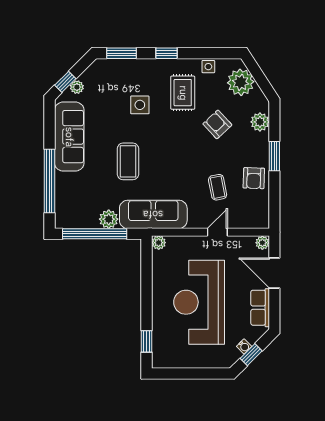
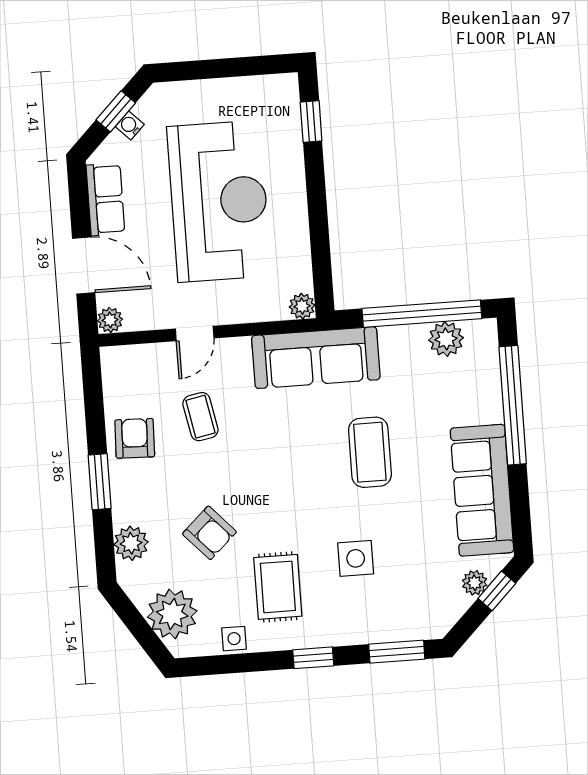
plant: (109, 219) -> (446, 339), moved

